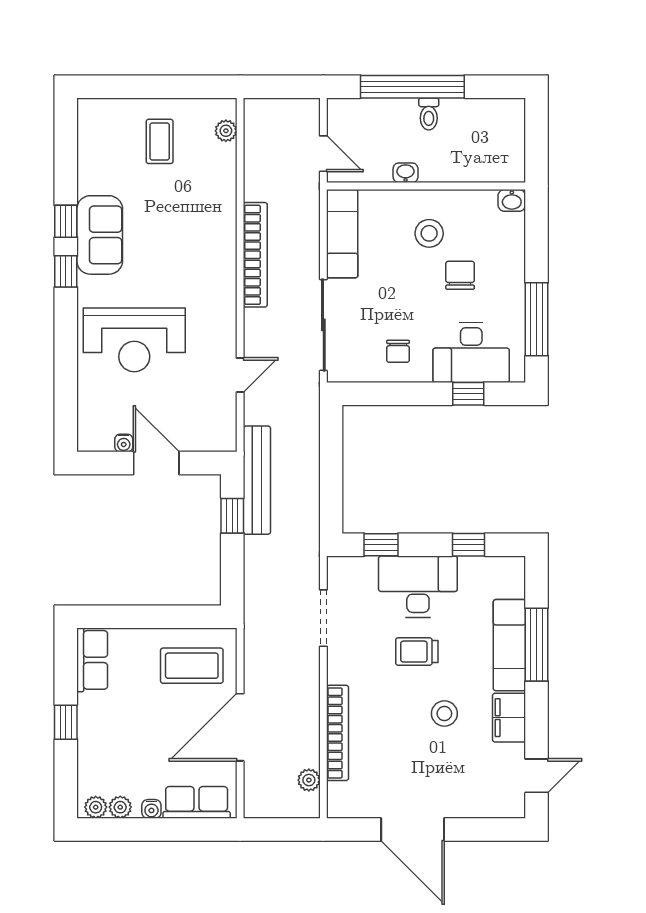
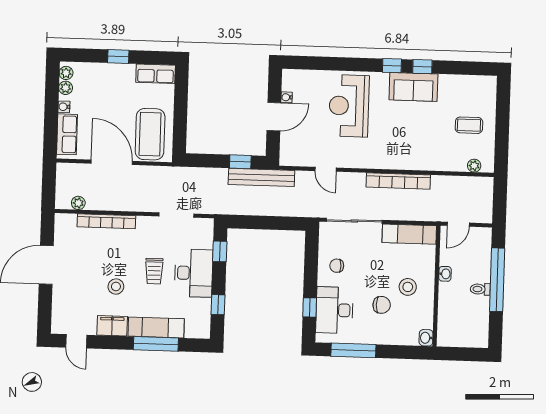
trolley: (417, 652) -> (154, 271), turned 180
coffee table: (192, 666) -> (150, 134), width x1.36, depth x1.32

